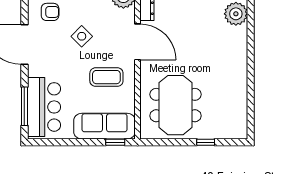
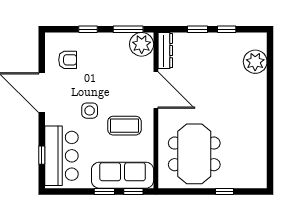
side table: (82, 36) -> (90, 111), moved, turned 45
window: (24, 106) -> (42, 155), width x0.46
window: (87, 142) -> (104, 192), added

